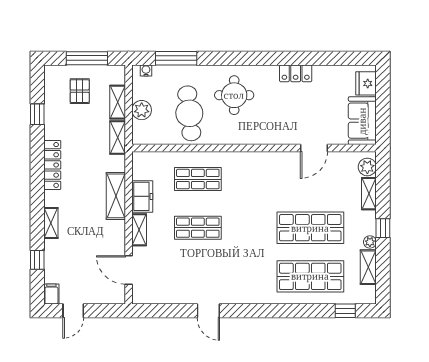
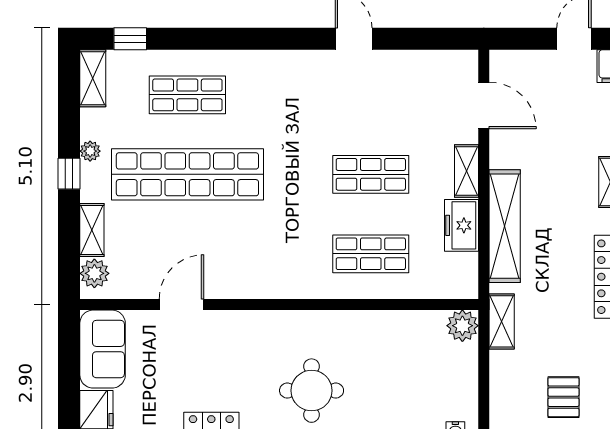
shelving: (118, 102) -> (502, 379), removed
plant: (142, 110) -> (462, 326), moved
cafe table: (189, 113) -> (385, 361), removed
shelving: (116, 196) -> (505, 226), width x1.47
shop shelf: (310, 228) -> (187, 174), width x1.40
shelving: (368, 267) -> (93, 78), moved
shop shelf: (310, 276) -> (187, 95), width x0.70, depth x0.74

